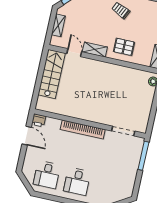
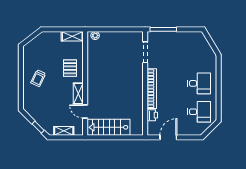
door: (74, 53) -> (85, 111), hinge flipped
printer: (39, 120) -> (152, 115), moved

